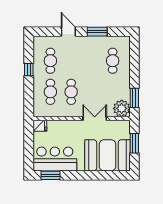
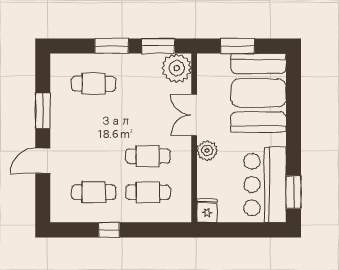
window: (134, 71) -> (112, 46), added
plant: (74, 126) -> (207, 151), added

